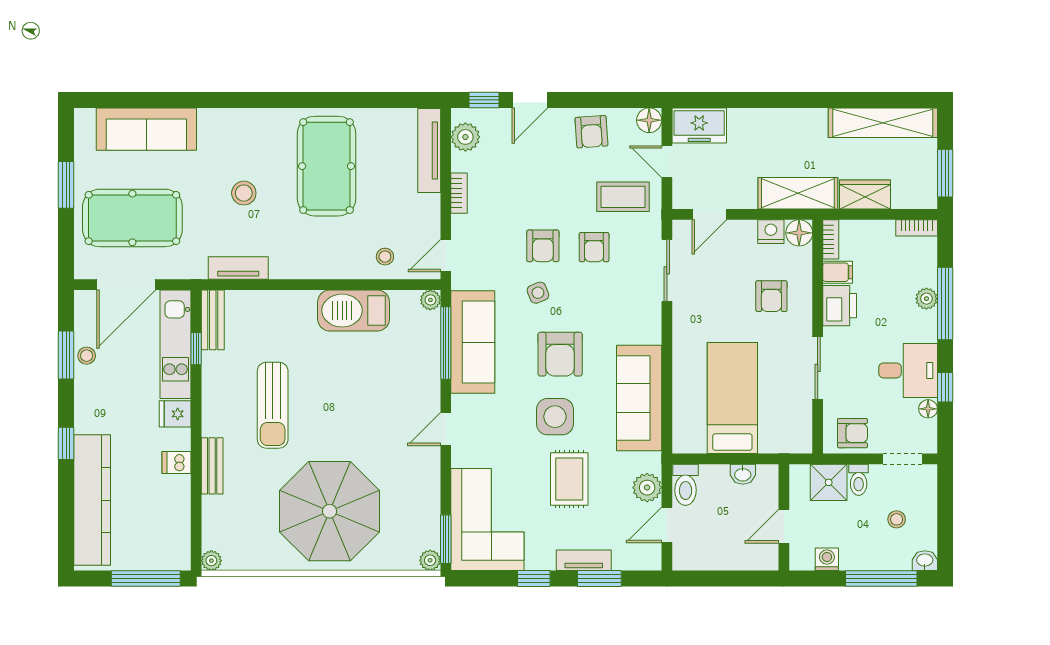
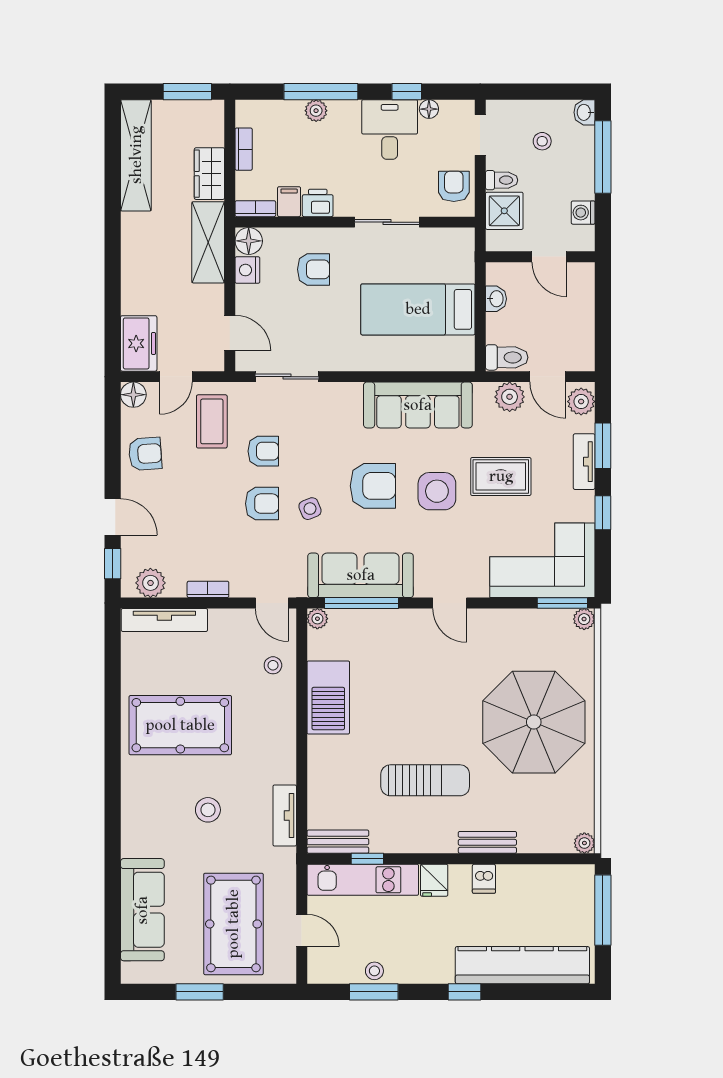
bookcase: (917, 228) -> (244, 149), moved
door: (126, 285) -> (302, 930), width x0.53
printer: (840, 306) -> (318, 203), width x0.73, depth x0.81
plant: (642, 557) -> (581, 402), added

